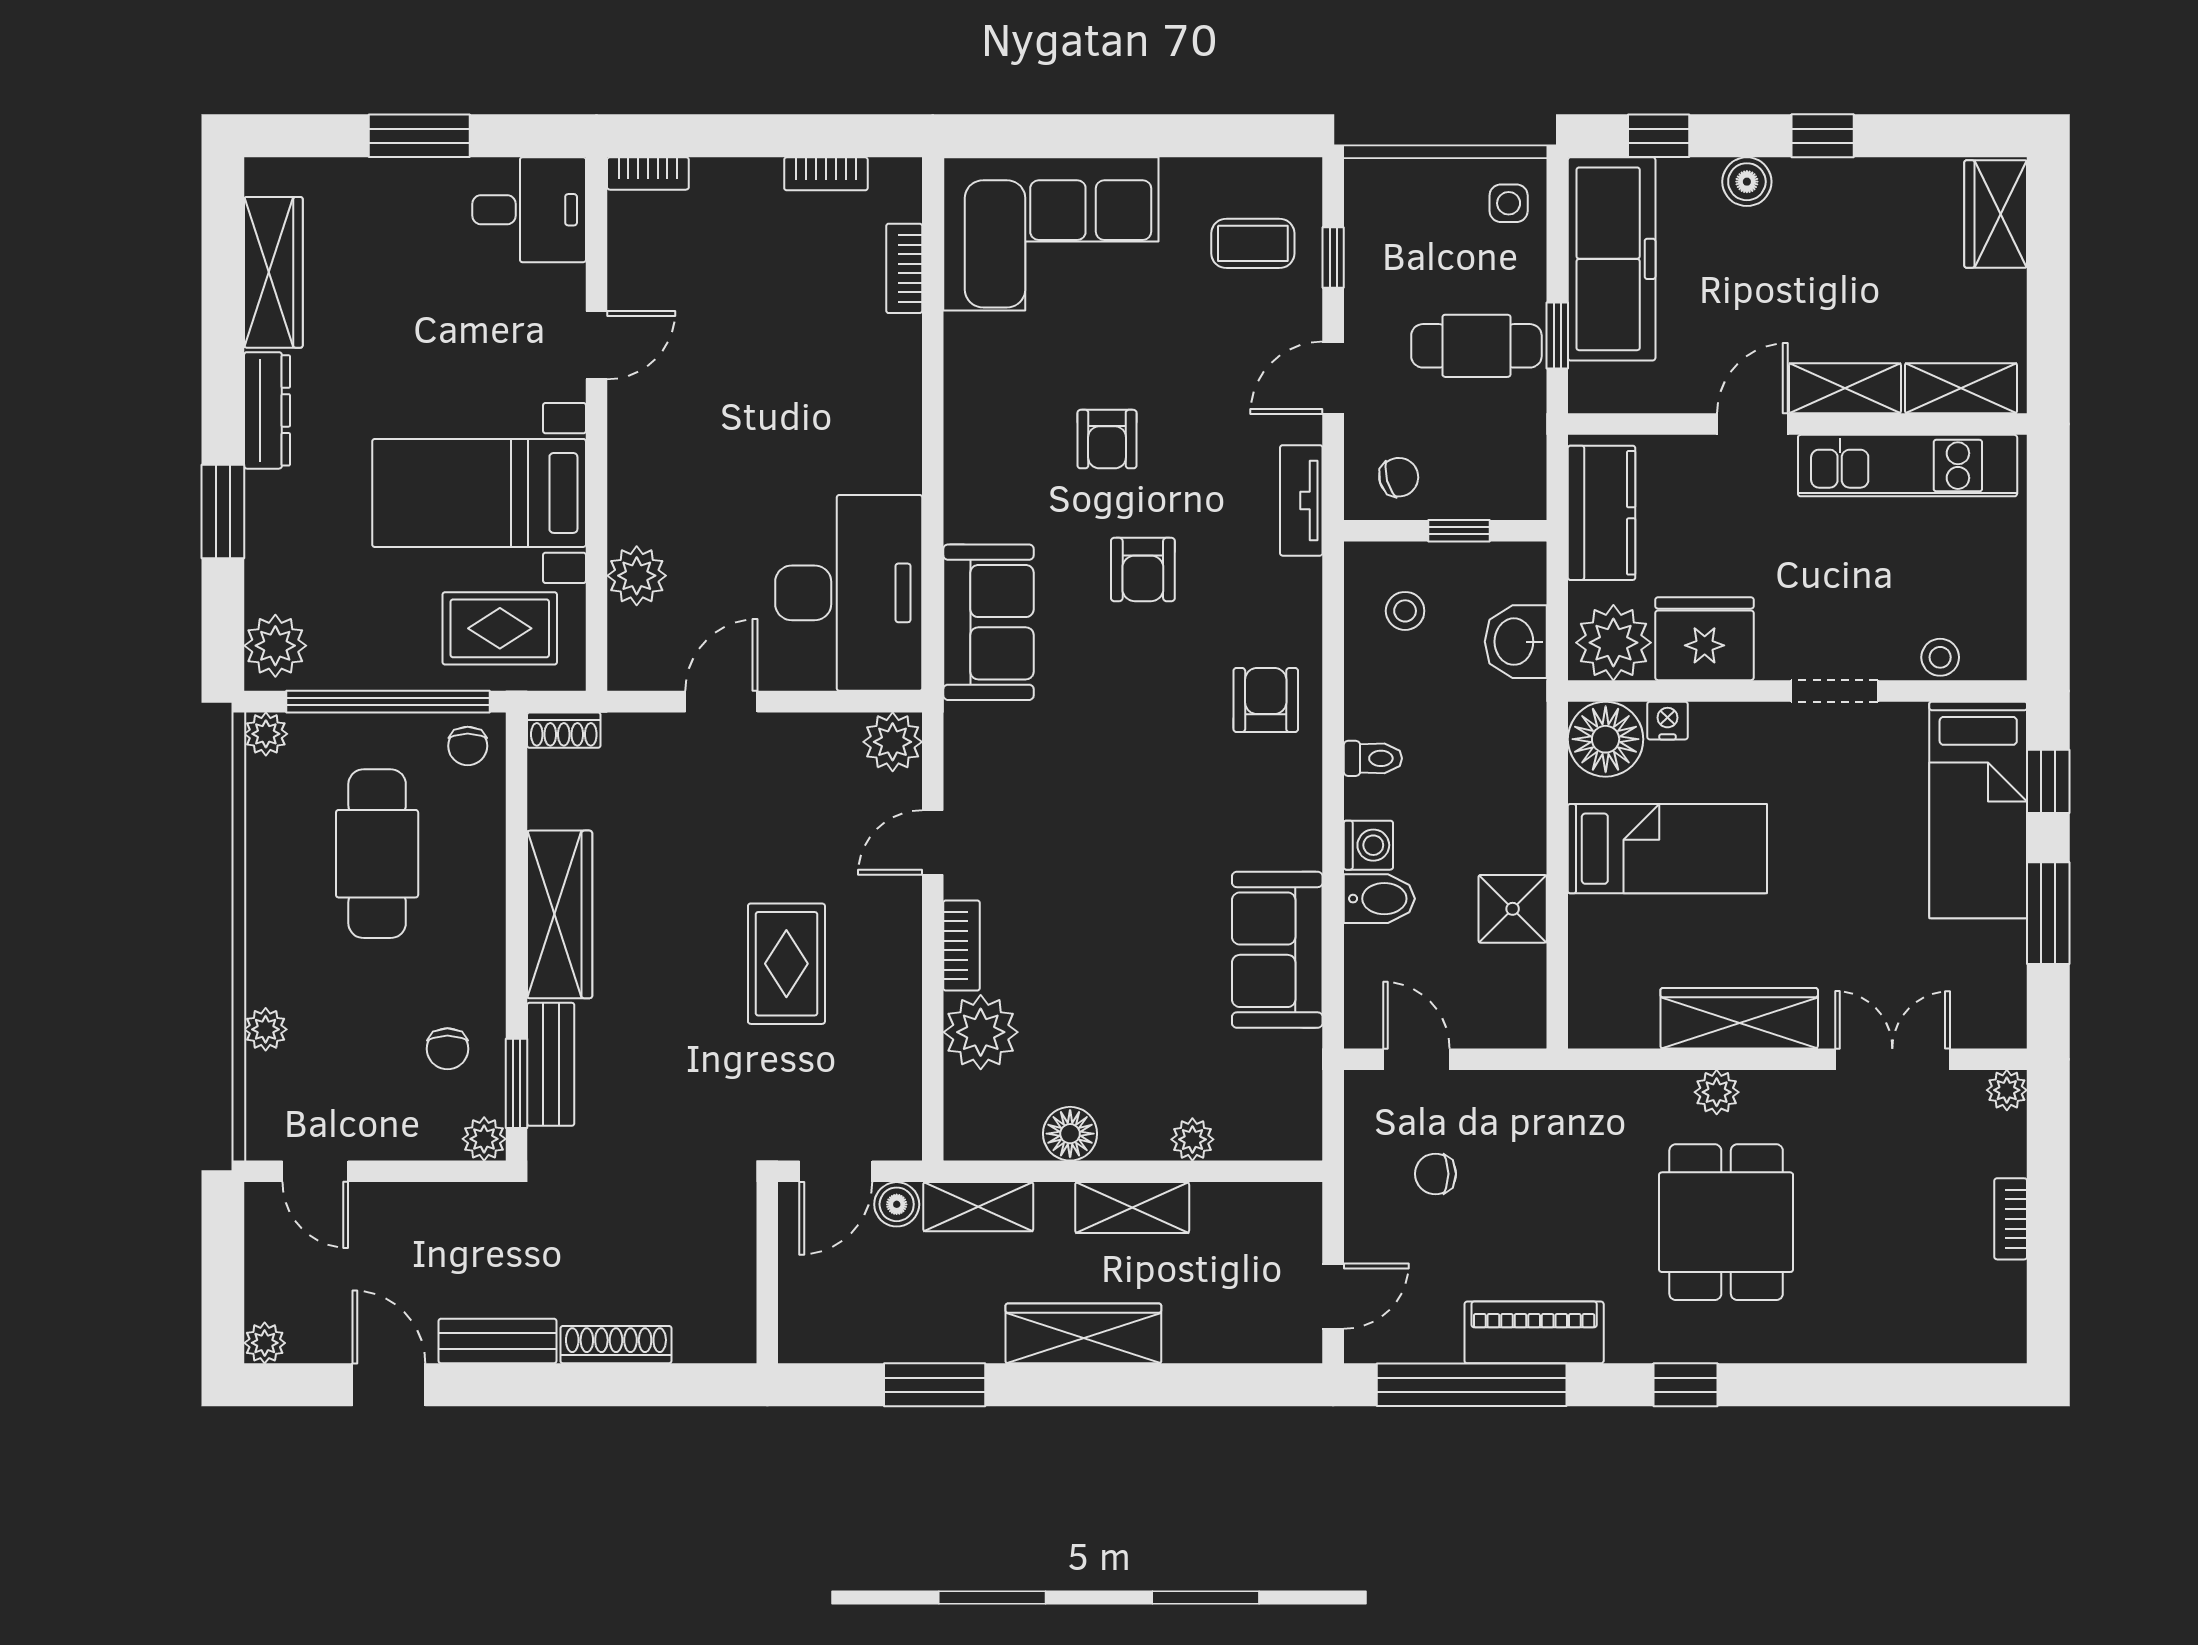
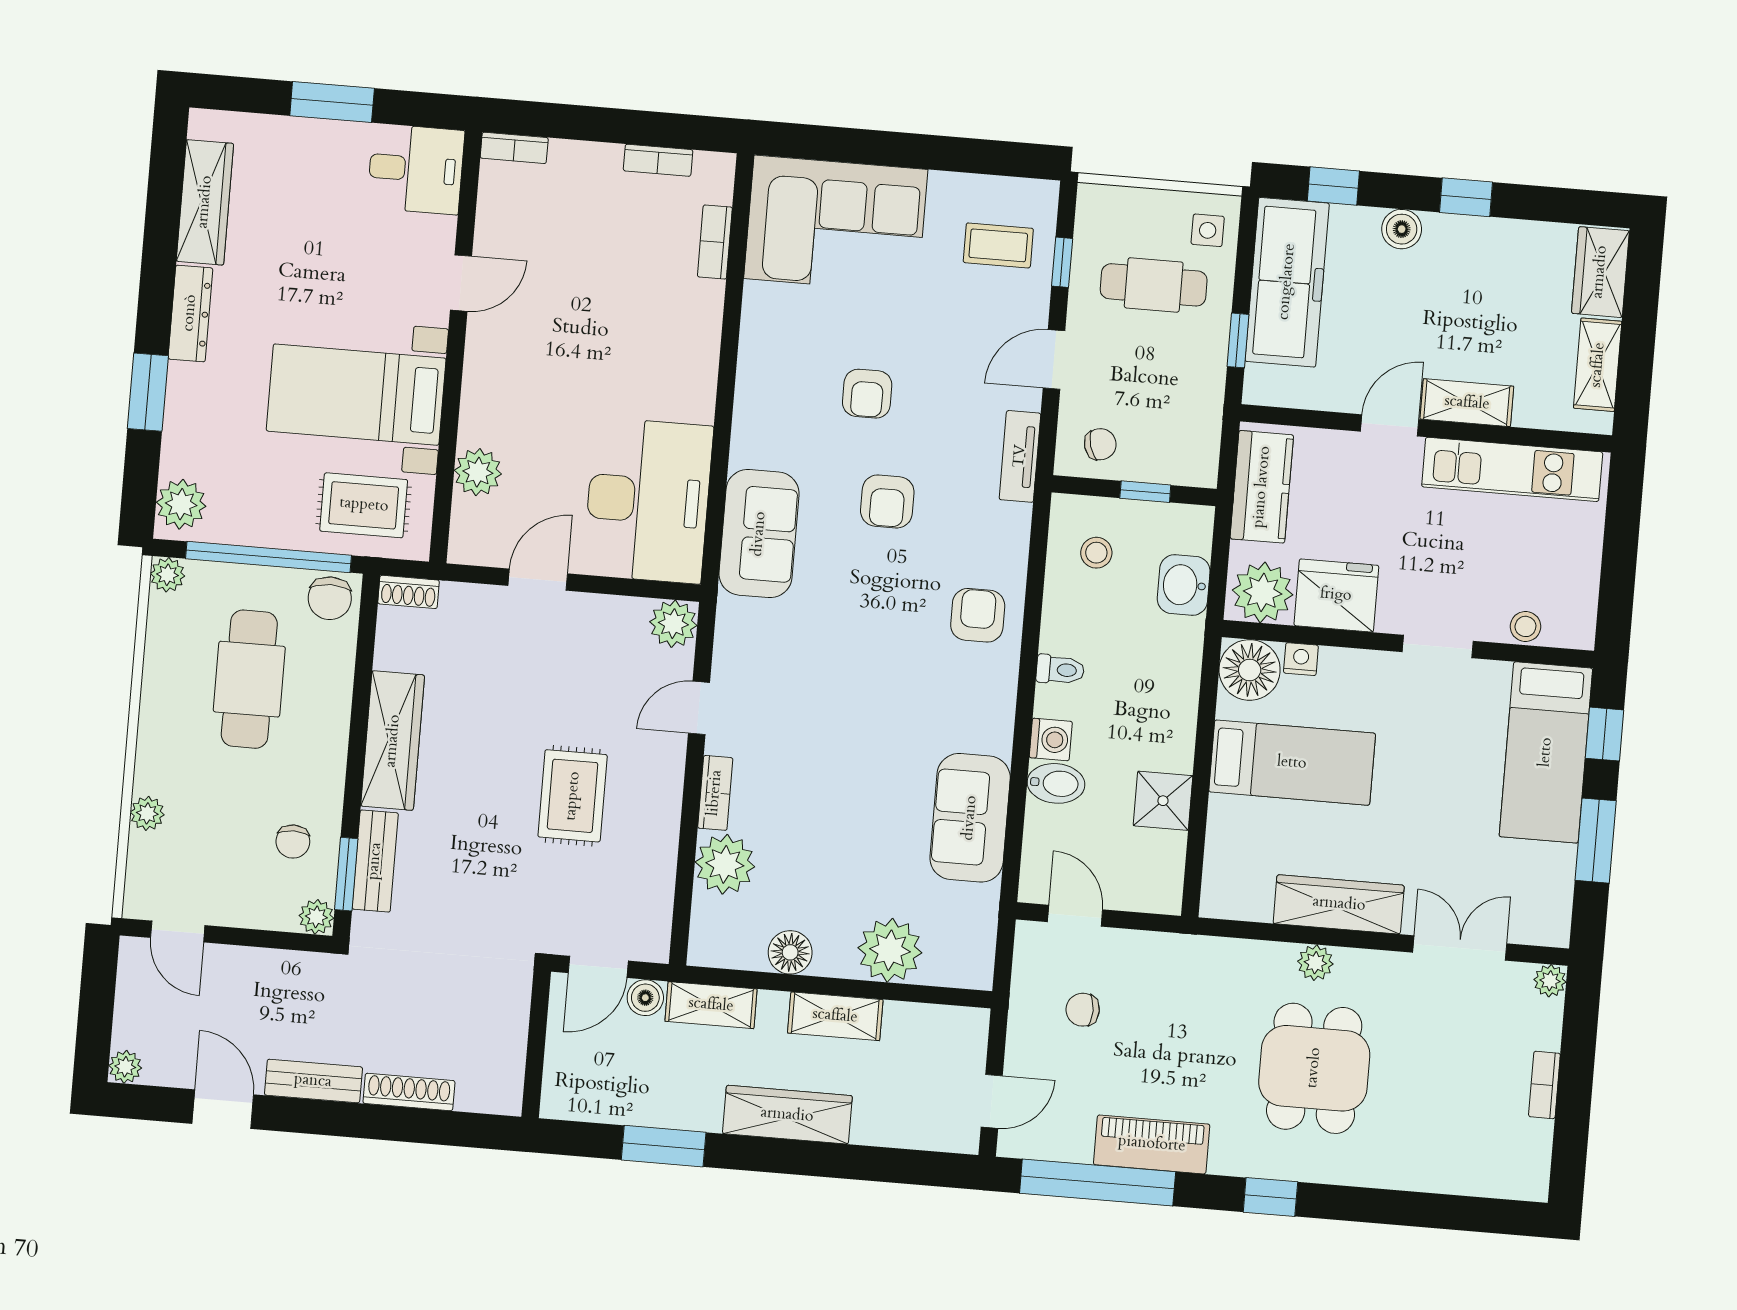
cafe table: (1476, 346) -> (1154, 285), moved
shelving: (1961, 388) -> (1598, 365), moved, turned 90
chair: (468, 746) -> (330, 598), width x1.37, depth x1.37
plant: (1192, 1139) -> (890, 950), width x1.88, depth x1.88

